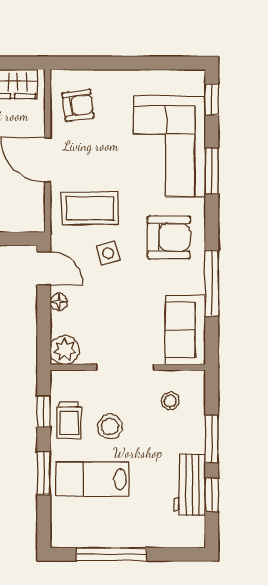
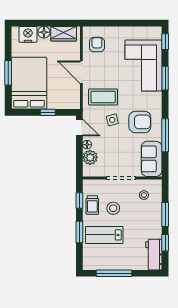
armchair: (78, 105) -> (97, 45), turned -82
armchair: (169, 237) -> (140, 122), moved
plant: (65, 350) -> (90, 157), moved
workbench: (190, 485) -> (154, 255), moved

